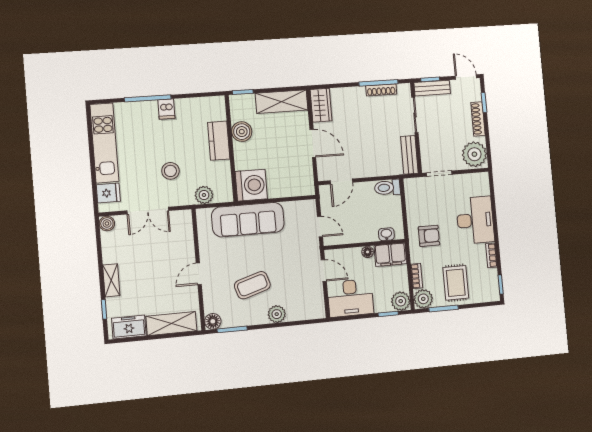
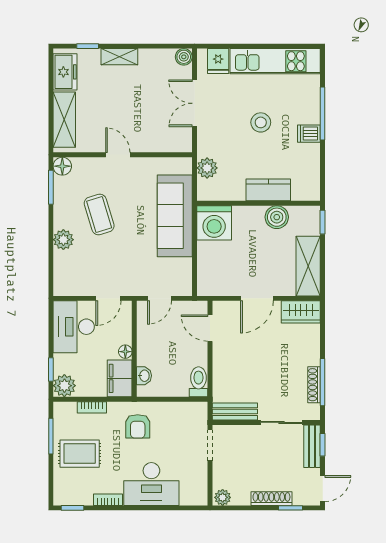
plant: (474, 154) -> (223, 497), width x0.53, depth x0.53
stool: (170, 171) -> (261, 122), moved
plant: (423, 299) -> (65, 413), removed

